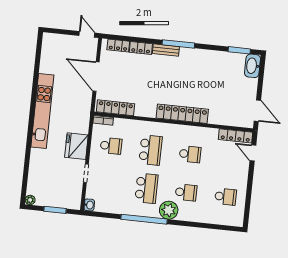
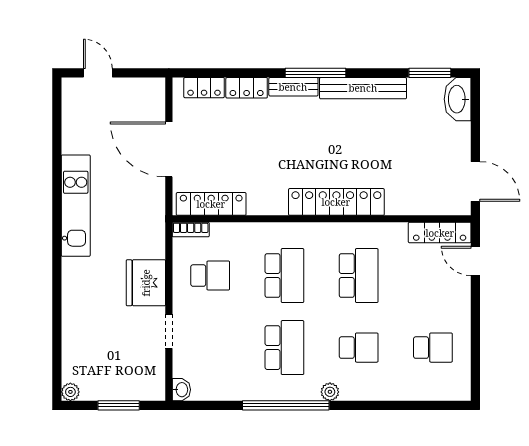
door: (87, 34) -> (98, 73), moved
bench: (203, 55) -> (363, 88), added
kitchen unit: (42, 111) -> (76, 206), width x0.73
school desk: (190, 154) -> (359, 276), width x1.85
plant: (169, 210) -> (330, 392), width x0.53, depth x0.53

